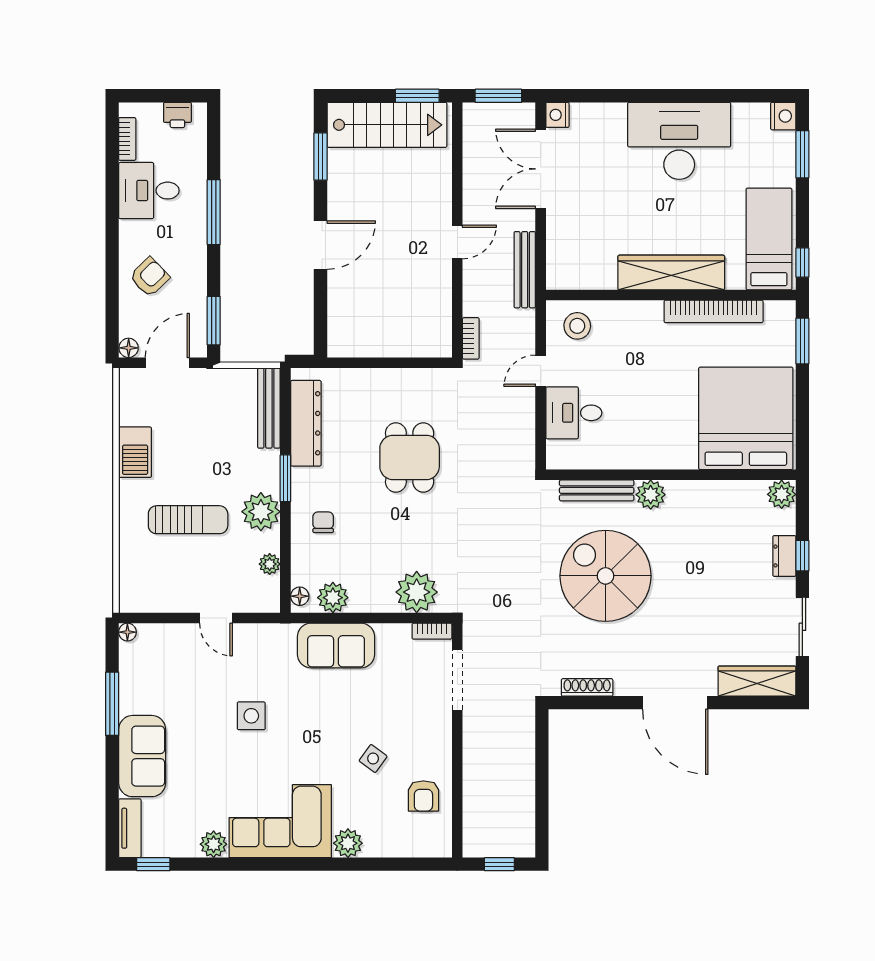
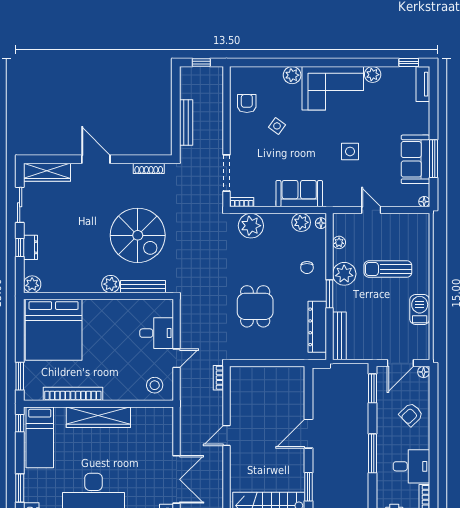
bench: (525, 270) -> (186, 123), moved
door: (675, 703) -> (96, 159), width x0.73
sofa: (142, 756) -> (415, 159), moved

